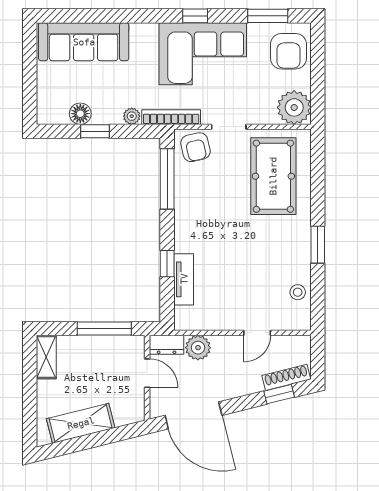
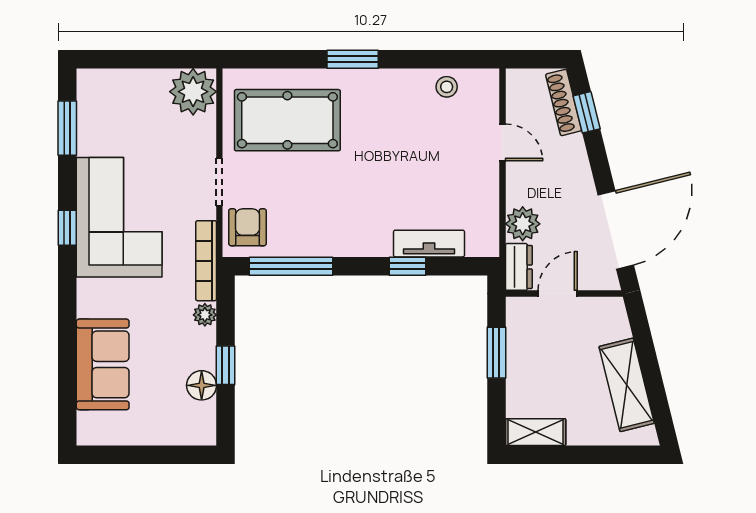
sofa: (84, 42) -> (103, 364), width x0.73
armchair: (288, 51) -> (116, 100), removed
armchair: (195, 147) -> (247, 227), turned -77
window: (318, 245) -> (353, 59), moved
window: (104, 328) -> (496, 353), width x0.69

